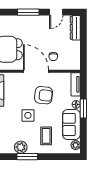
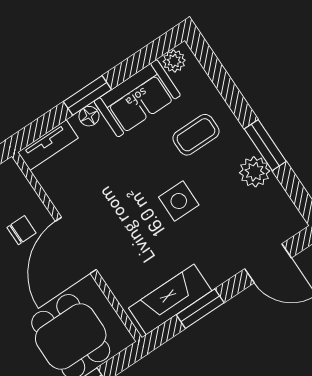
armchair: (44, 95) -> (115, 197), removed

